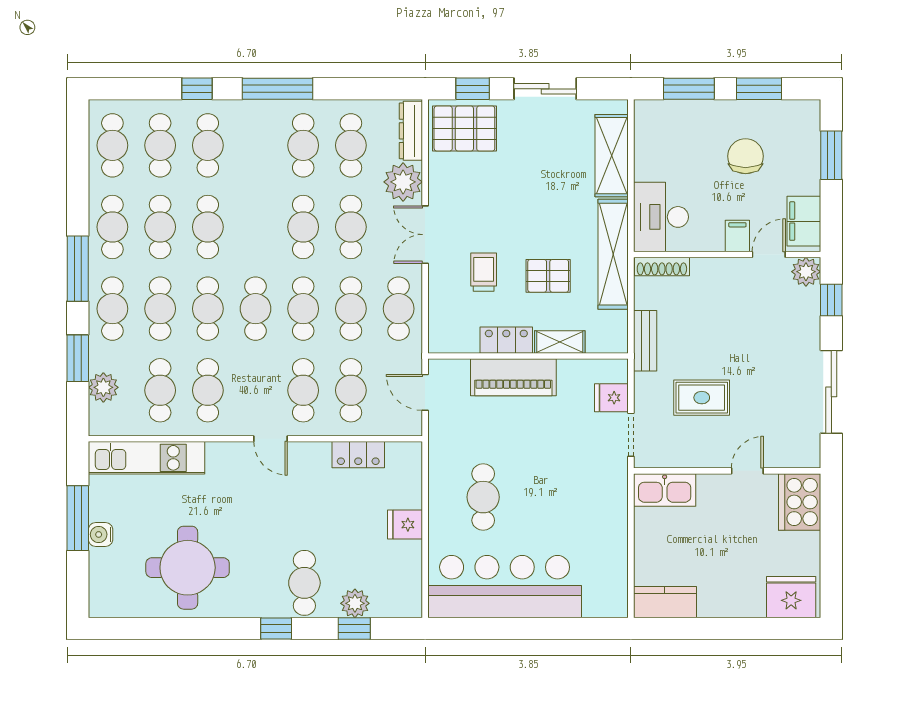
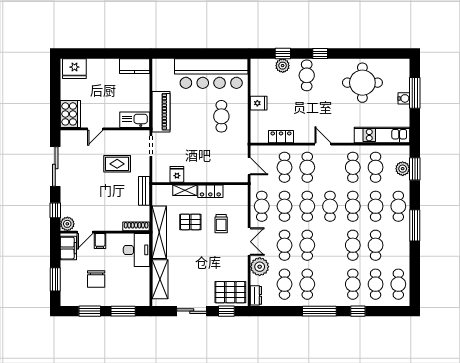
dresser: (411, 131) -> (256, 295), width x0.70
cafe table: (112, 227) -> (398, 245), removed
window: (78, 358) -> (415, 169), moved
piano: (513, 377) -> (161, 112), moved, turned 90
fridge: (611, 398) -> (177, 174), moved, turned -90
window: (78, 518) -> (415, 93), moved

